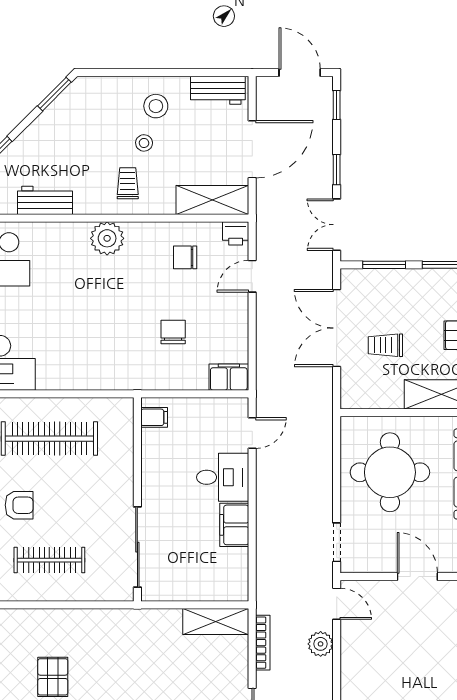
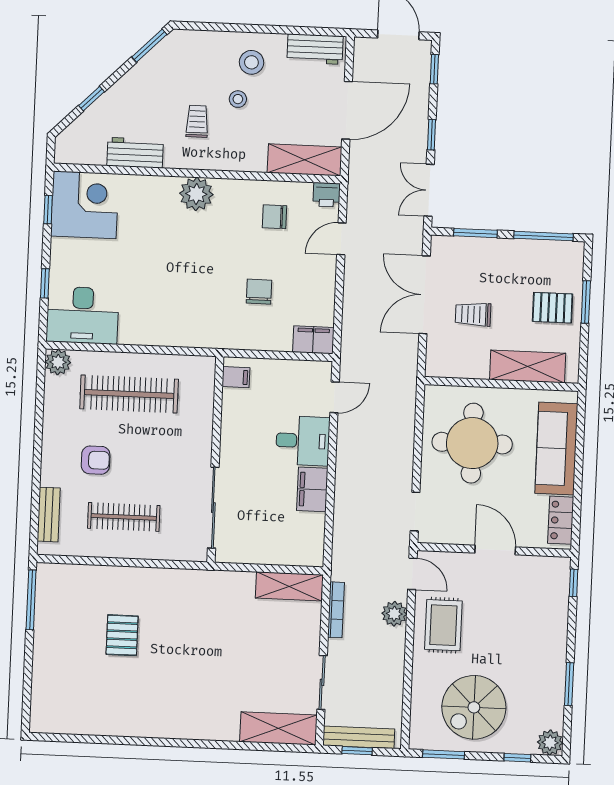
trolley: (128, 183) -> (197, 121), moved
rug: (369, 653) -> (443, 625), added

